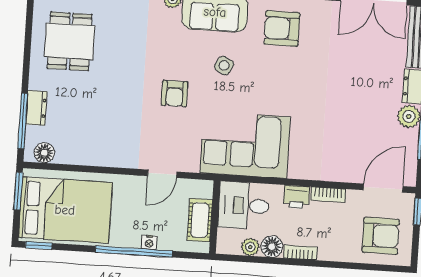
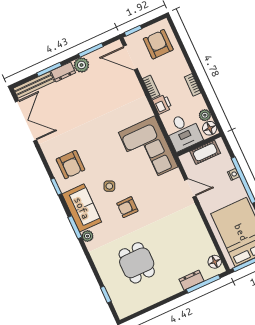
dining table: (70, 41) -> (137, 263), moved, turned 90
armchair: (175, 94) -> (127, 207), moved, turned 180
floor lamp: (272, 247) -> (210, 128), moved

